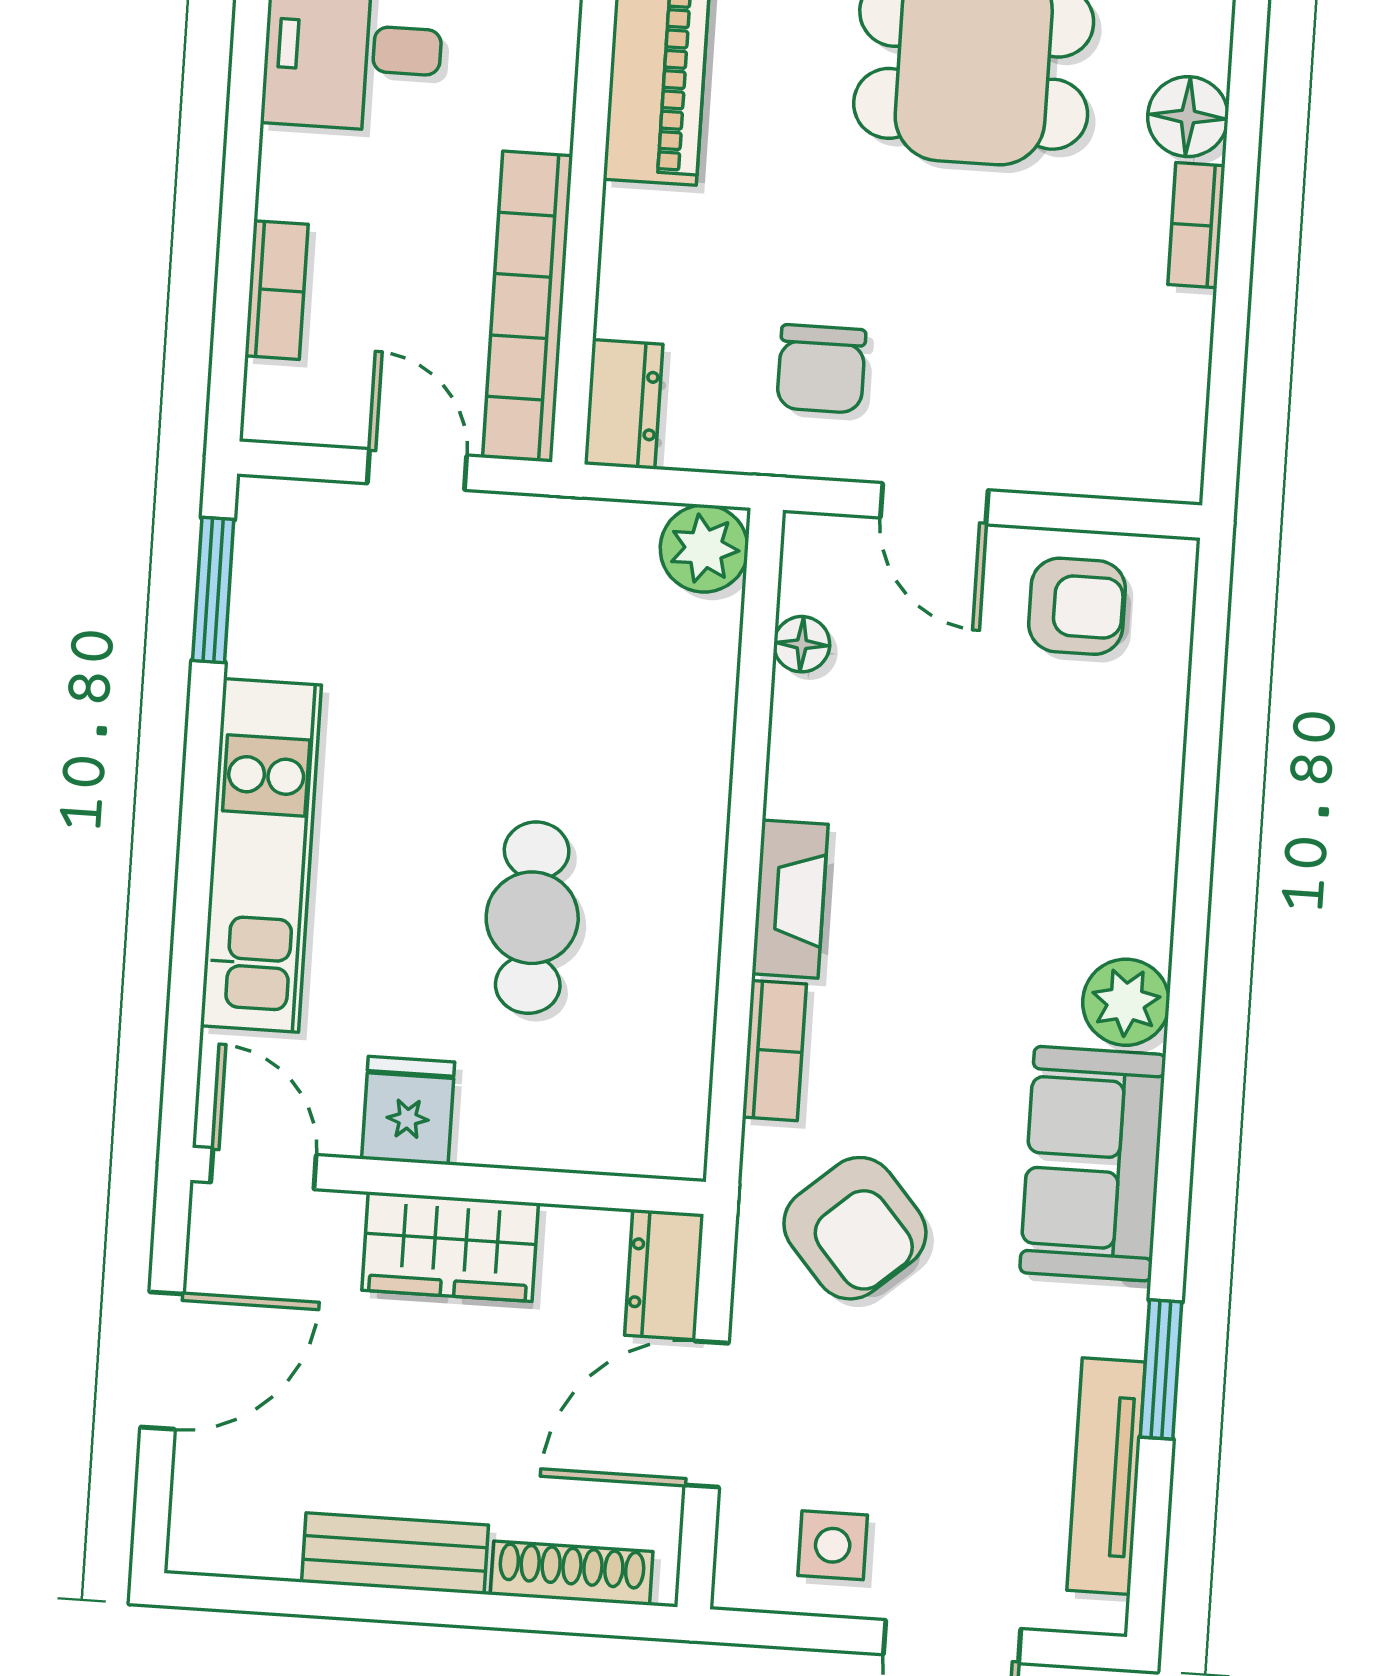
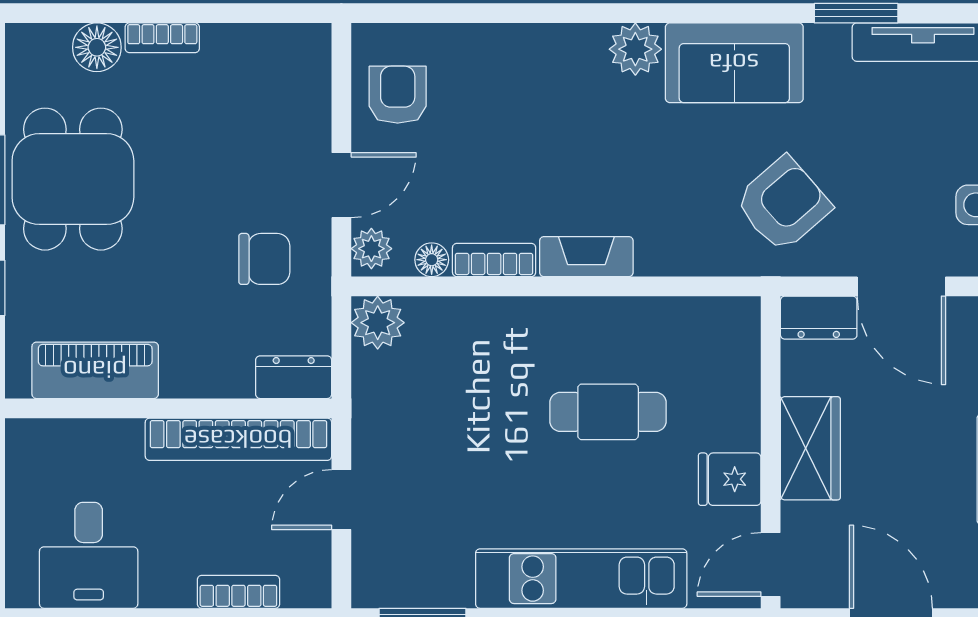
plant: (827, 546) -> (371, 249), added
bookcase: (774, 1051) -> (494, 260), moved

